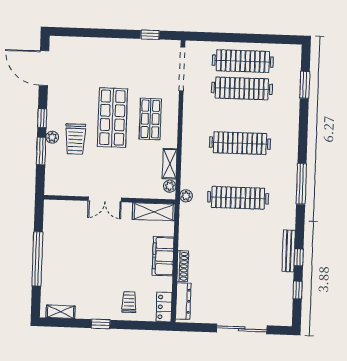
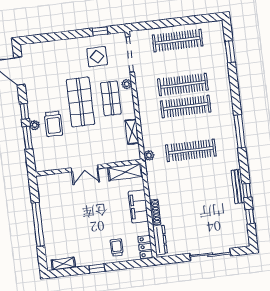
display table: (141, 65) -> (97, 57), added
clothes rail: (242, 88) -> (183, 84), moved
plant: (170, 186) -> (127, 84), moved

